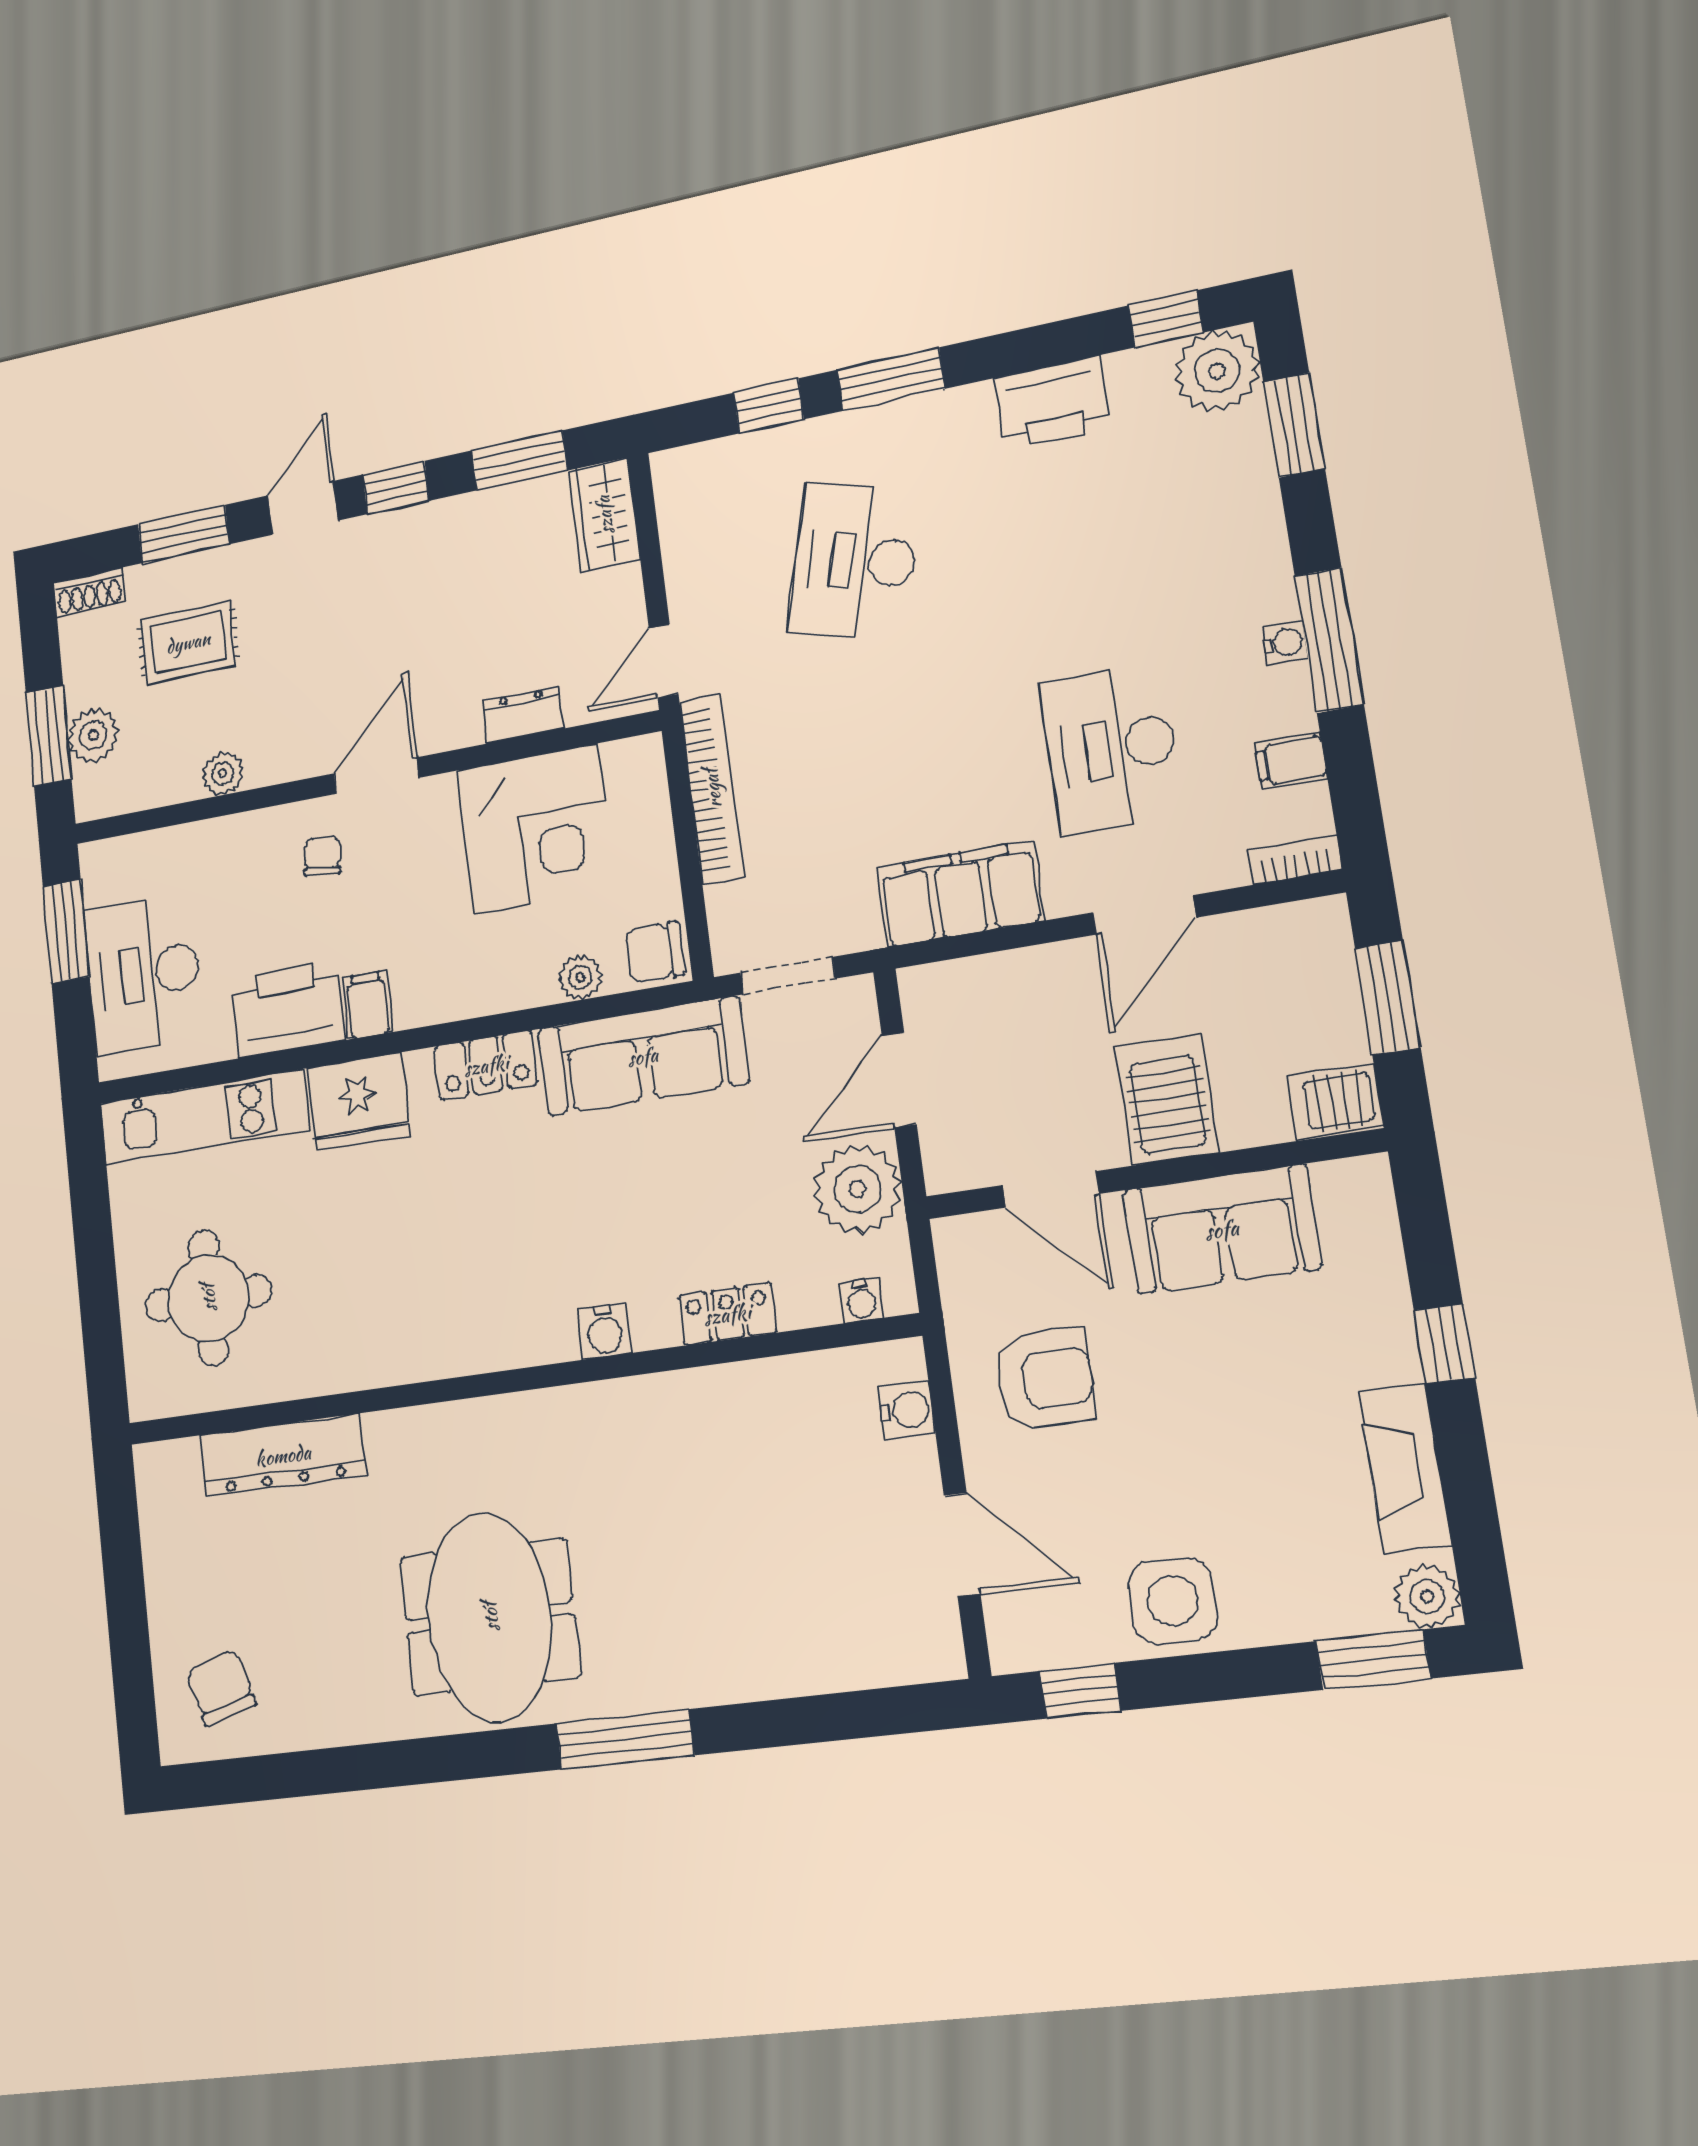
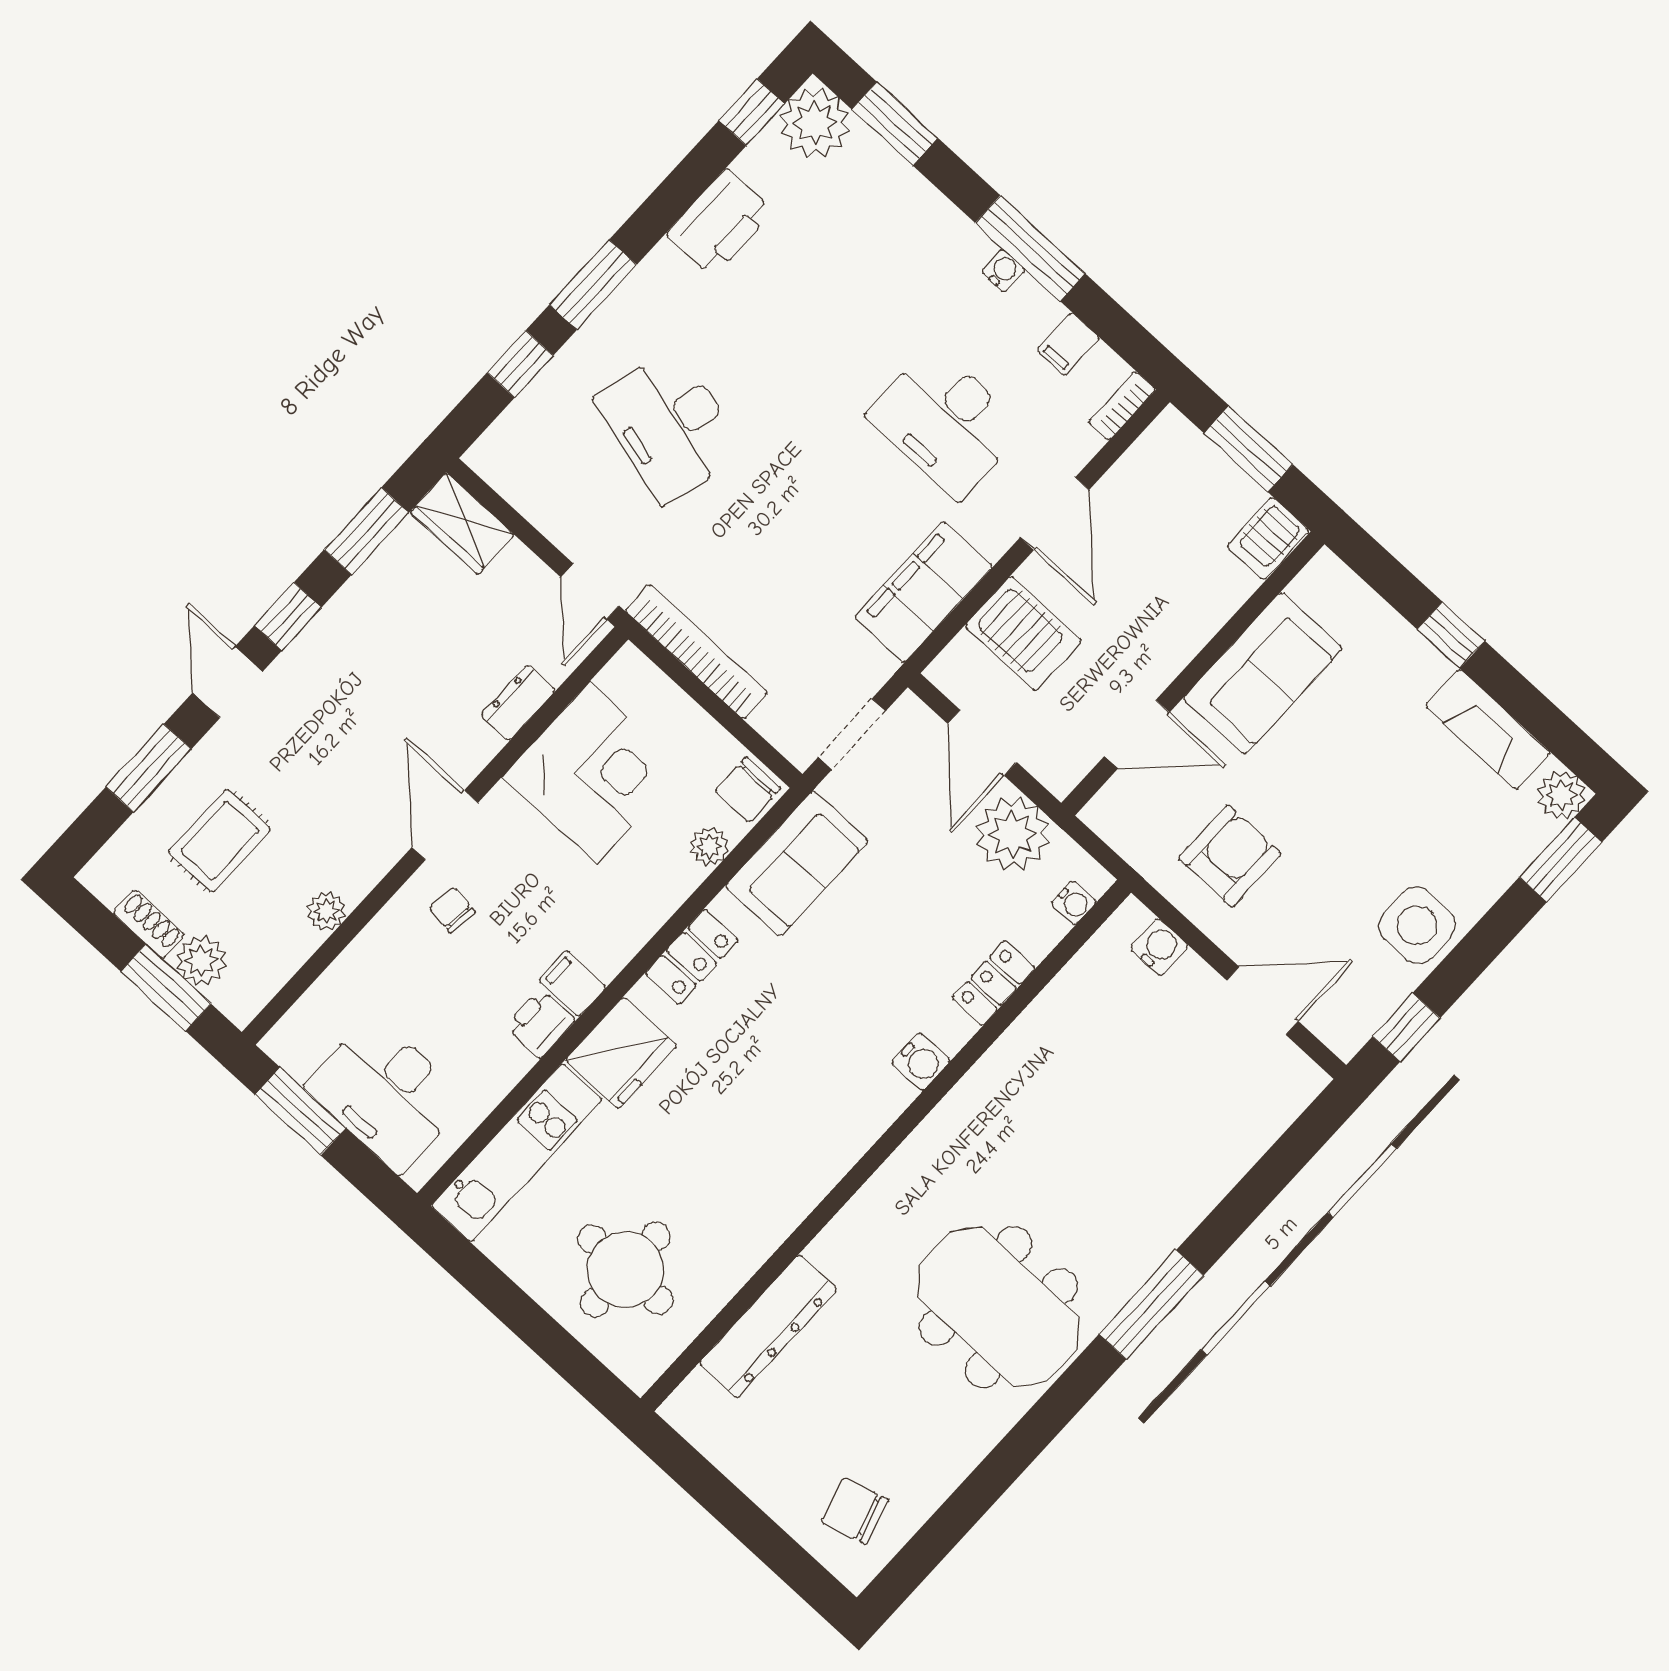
shoe rack: (89, 592) -> (149, 924), moved, turned -90
printer: (287, 1009) -> (540, 1023), width x0.53, depth x0.68
sofa: (643, 1056) -> (797, 864), width x0.73
server rack: (1167, 1100) -> (1023, 633), moved, turned 180

